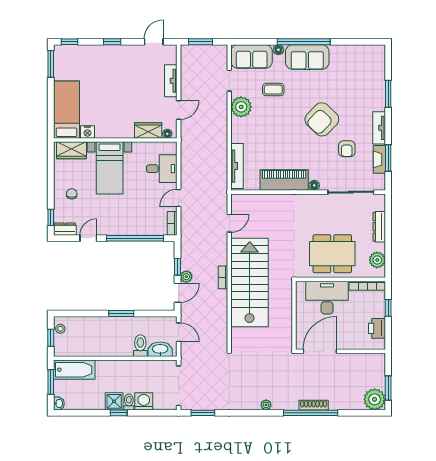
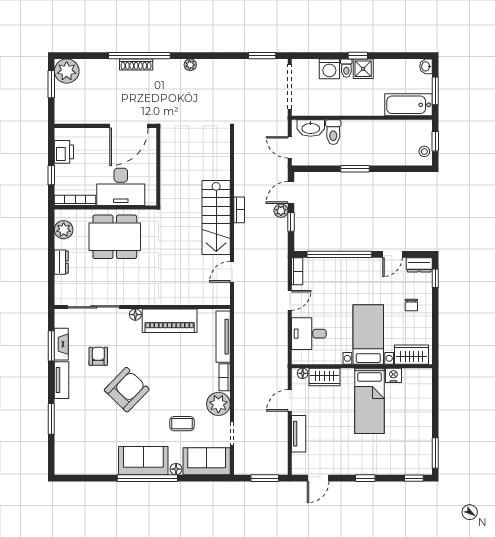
bed: (66, 110) -> (369, 401), moved
bookcase: (236, 130) -> (225, 377), added
dresser: (379, 227) -> (61, 262), width x0.70
stairs: (250, 282) -> (216, 218), width x0.73, depth x0.66

